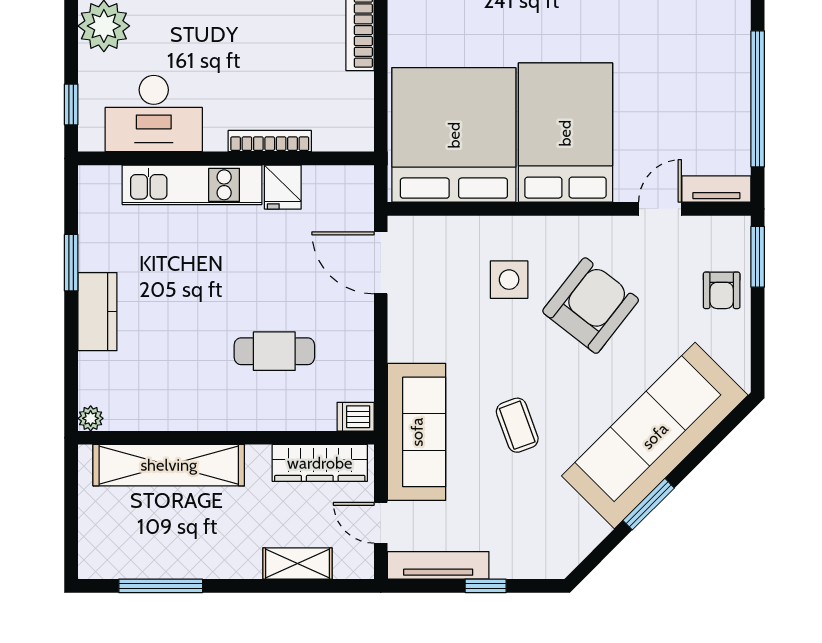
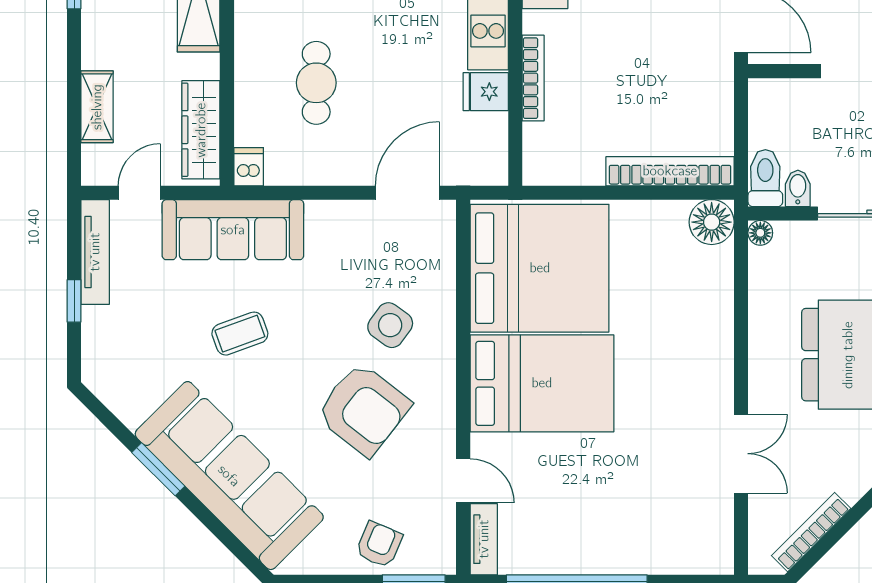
side table: (509, 280) -> (390, 325), turned 36
armchair: (722, 290) -> (379, 545), turned 113

